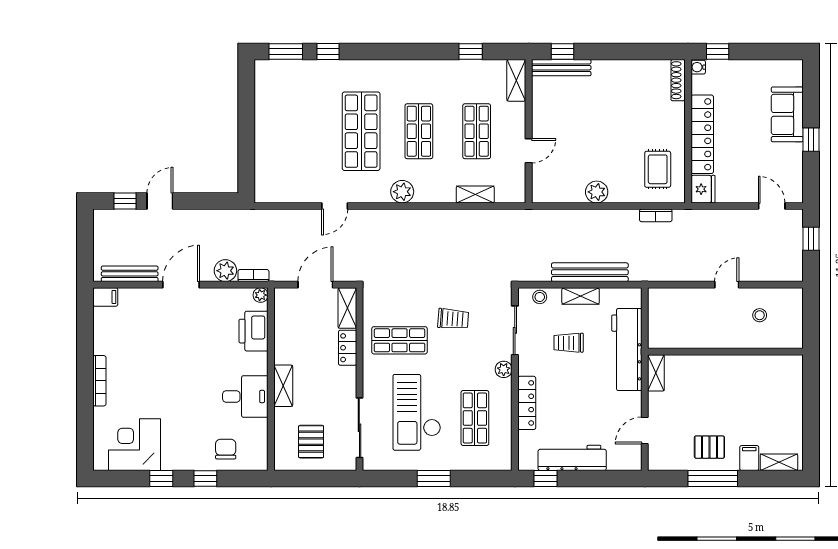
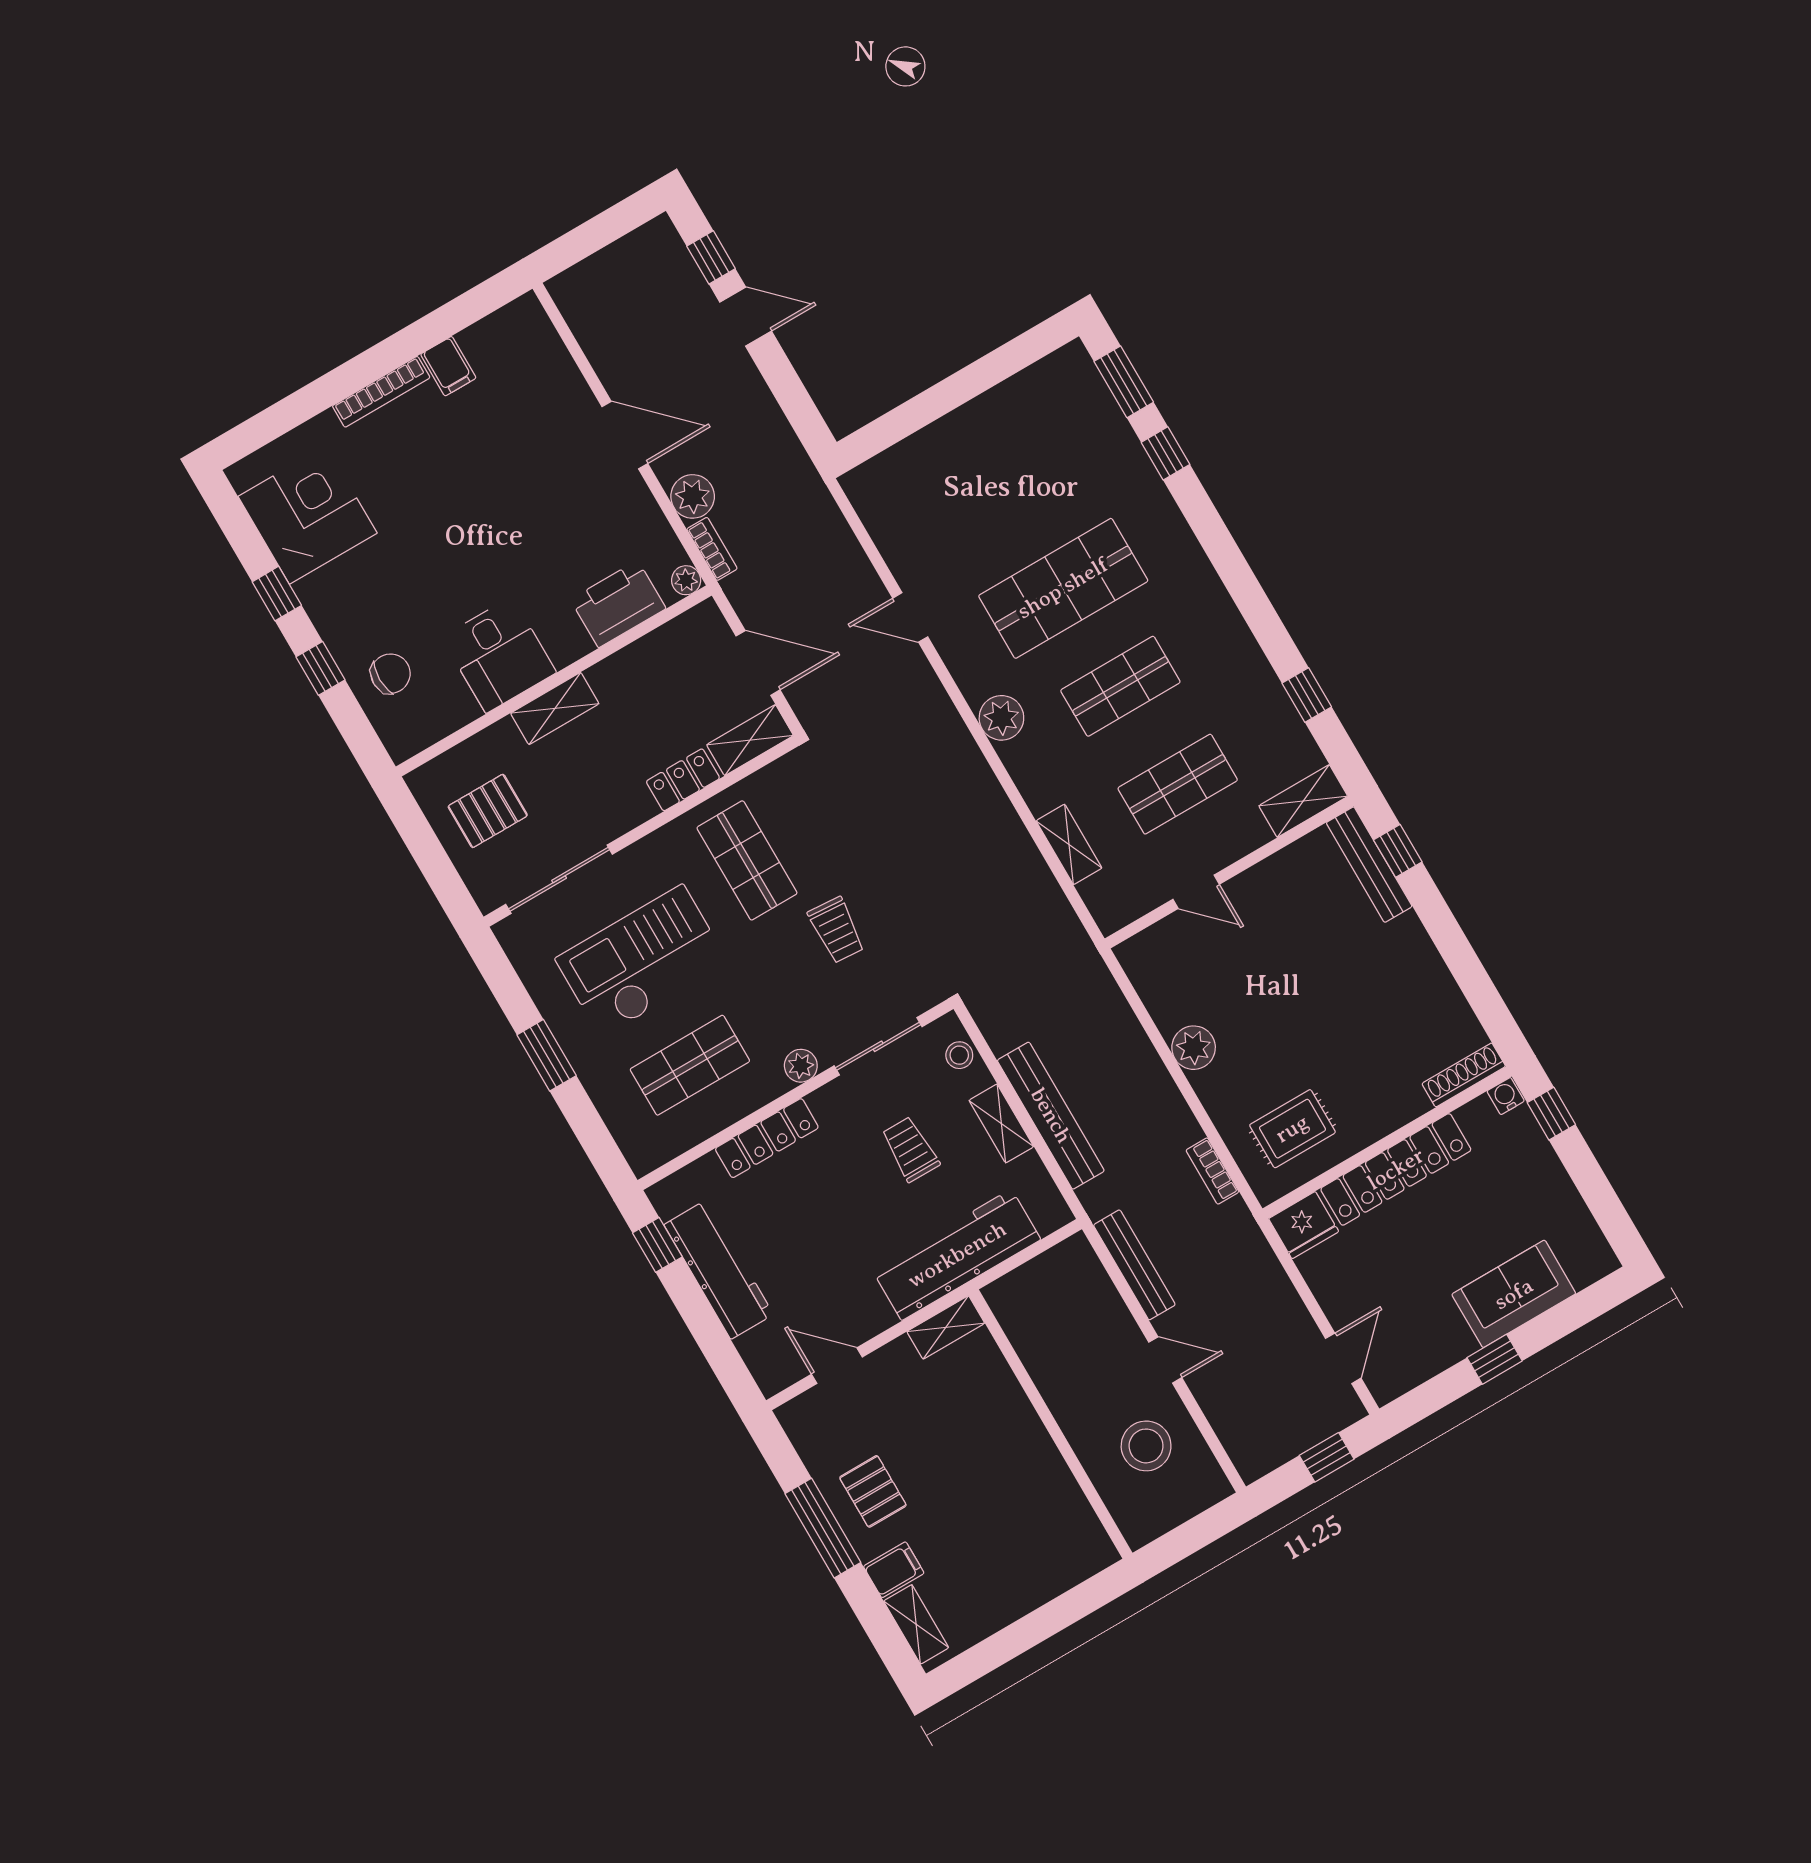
bench: (130, 274) -> (1134, 1265), moved
filing cabinet: (105, 297) -> (448, 366), moved
stool: (760, 315) -> (1146, 1446), width x1.89, depth x1.89

